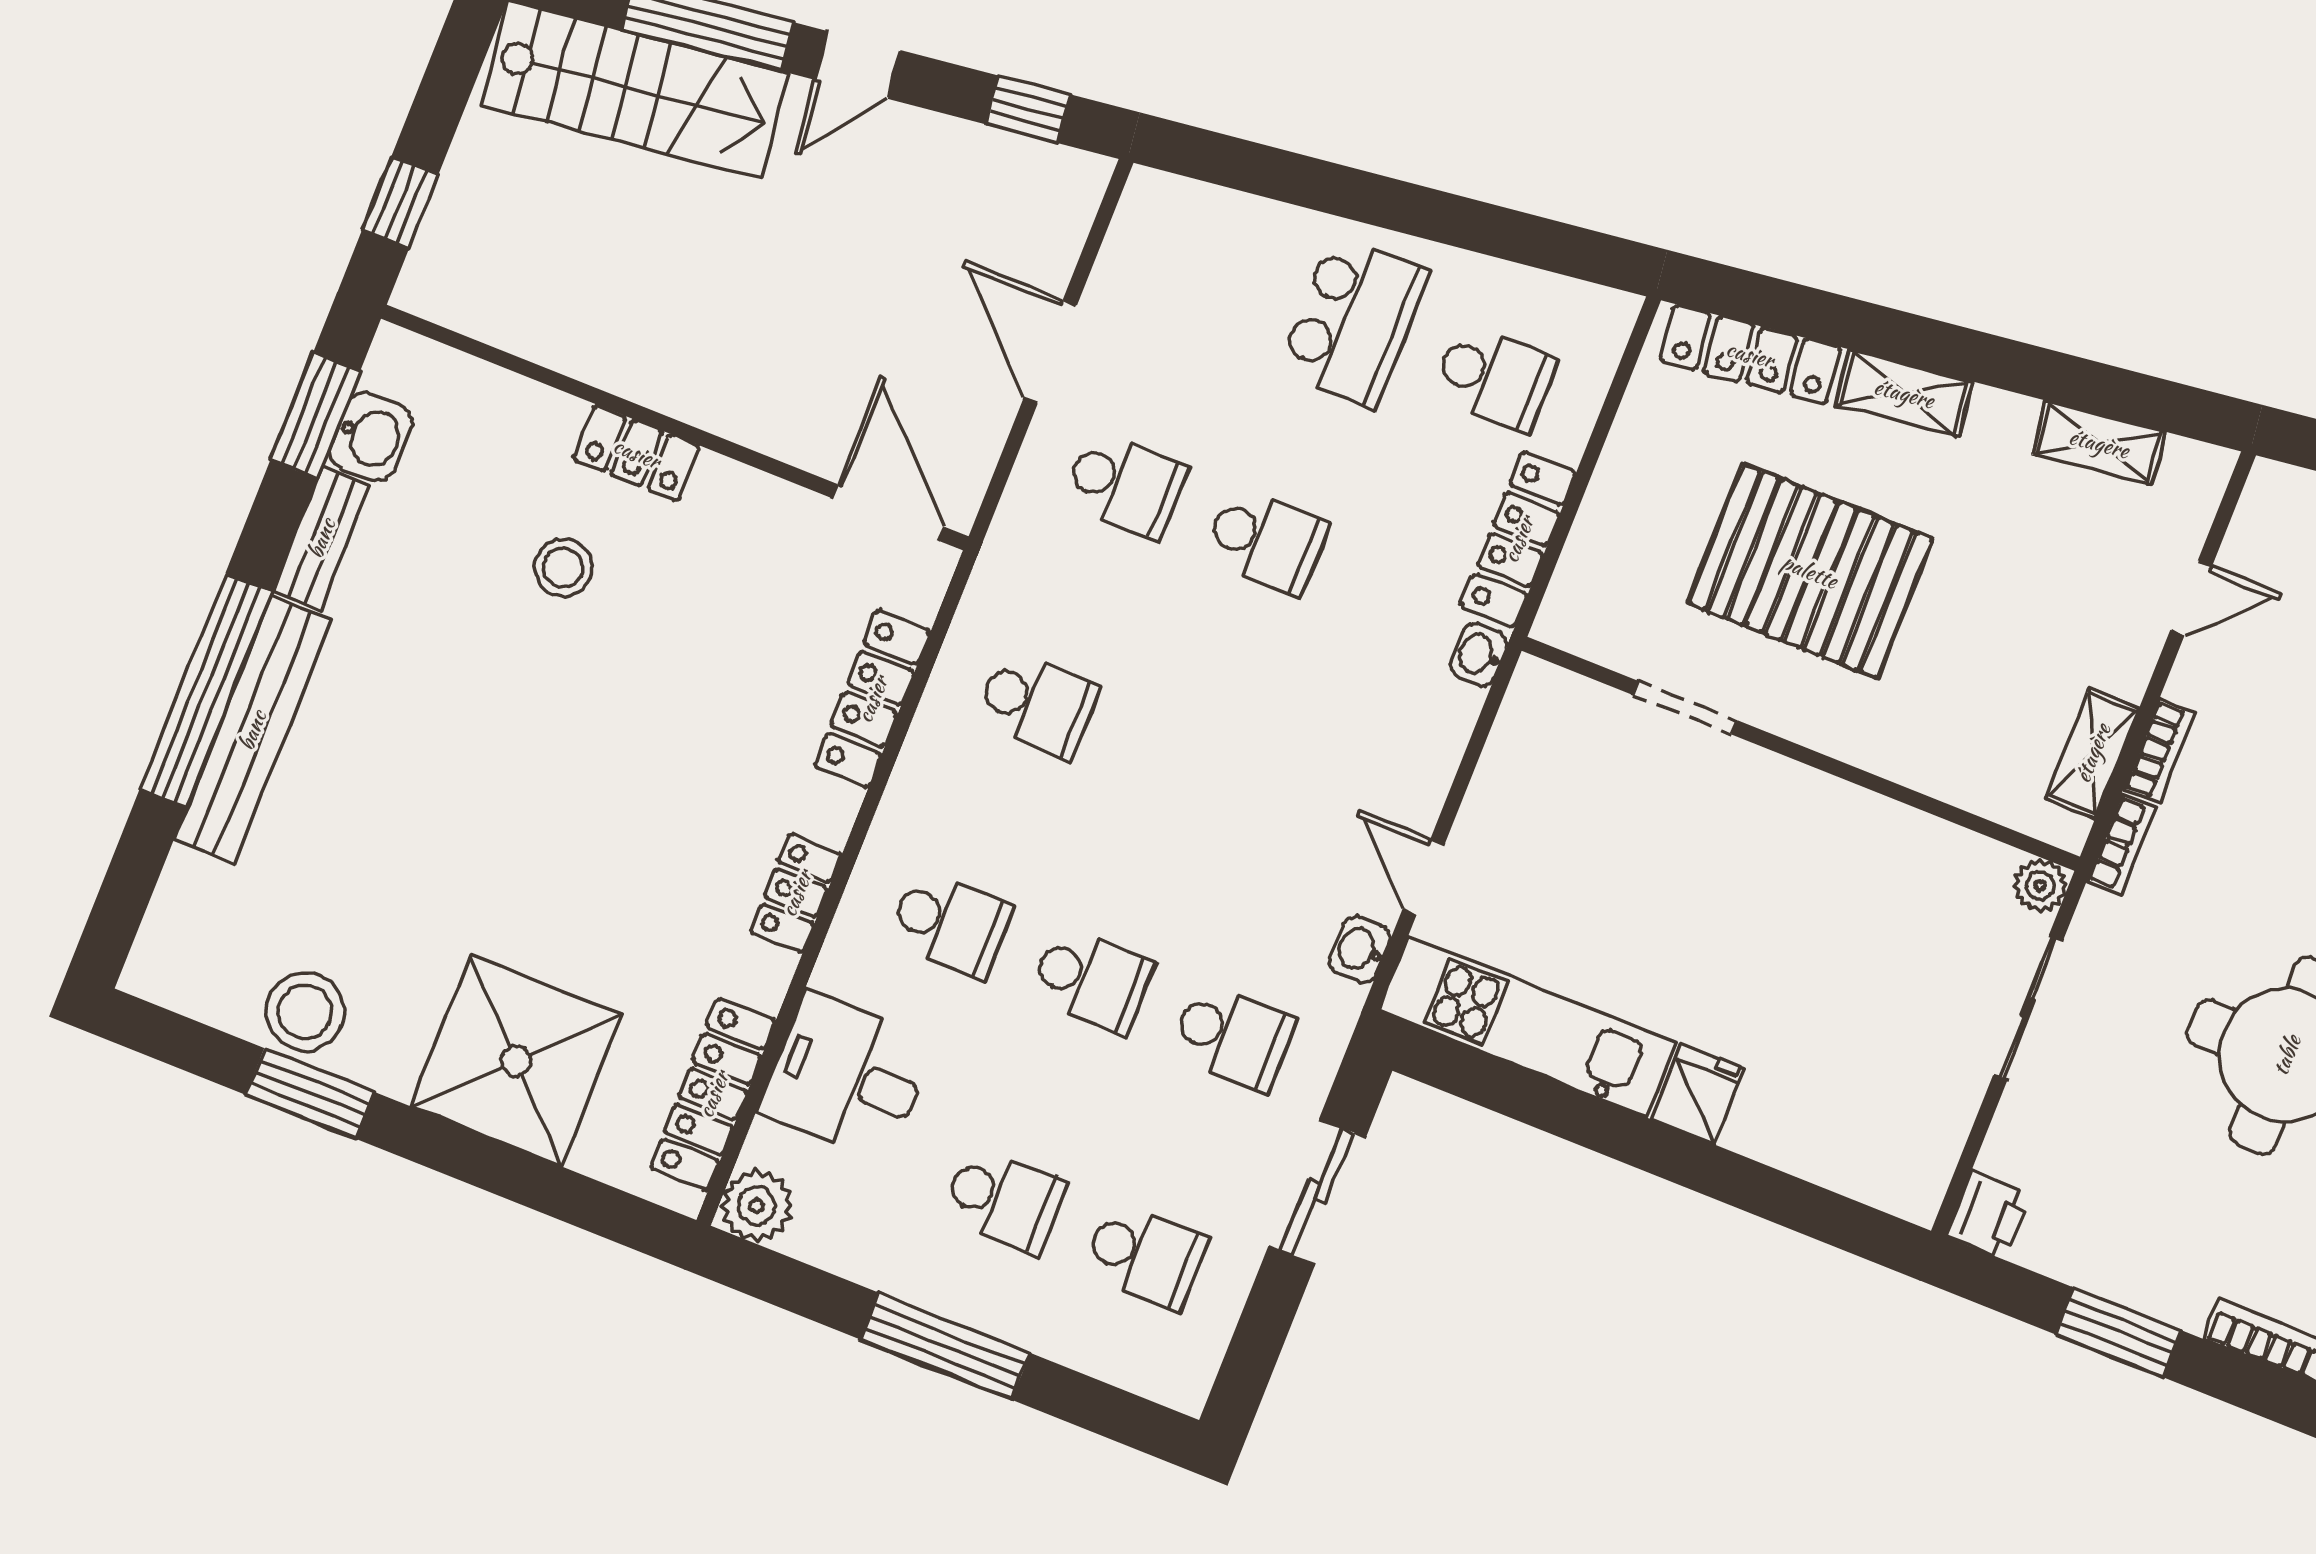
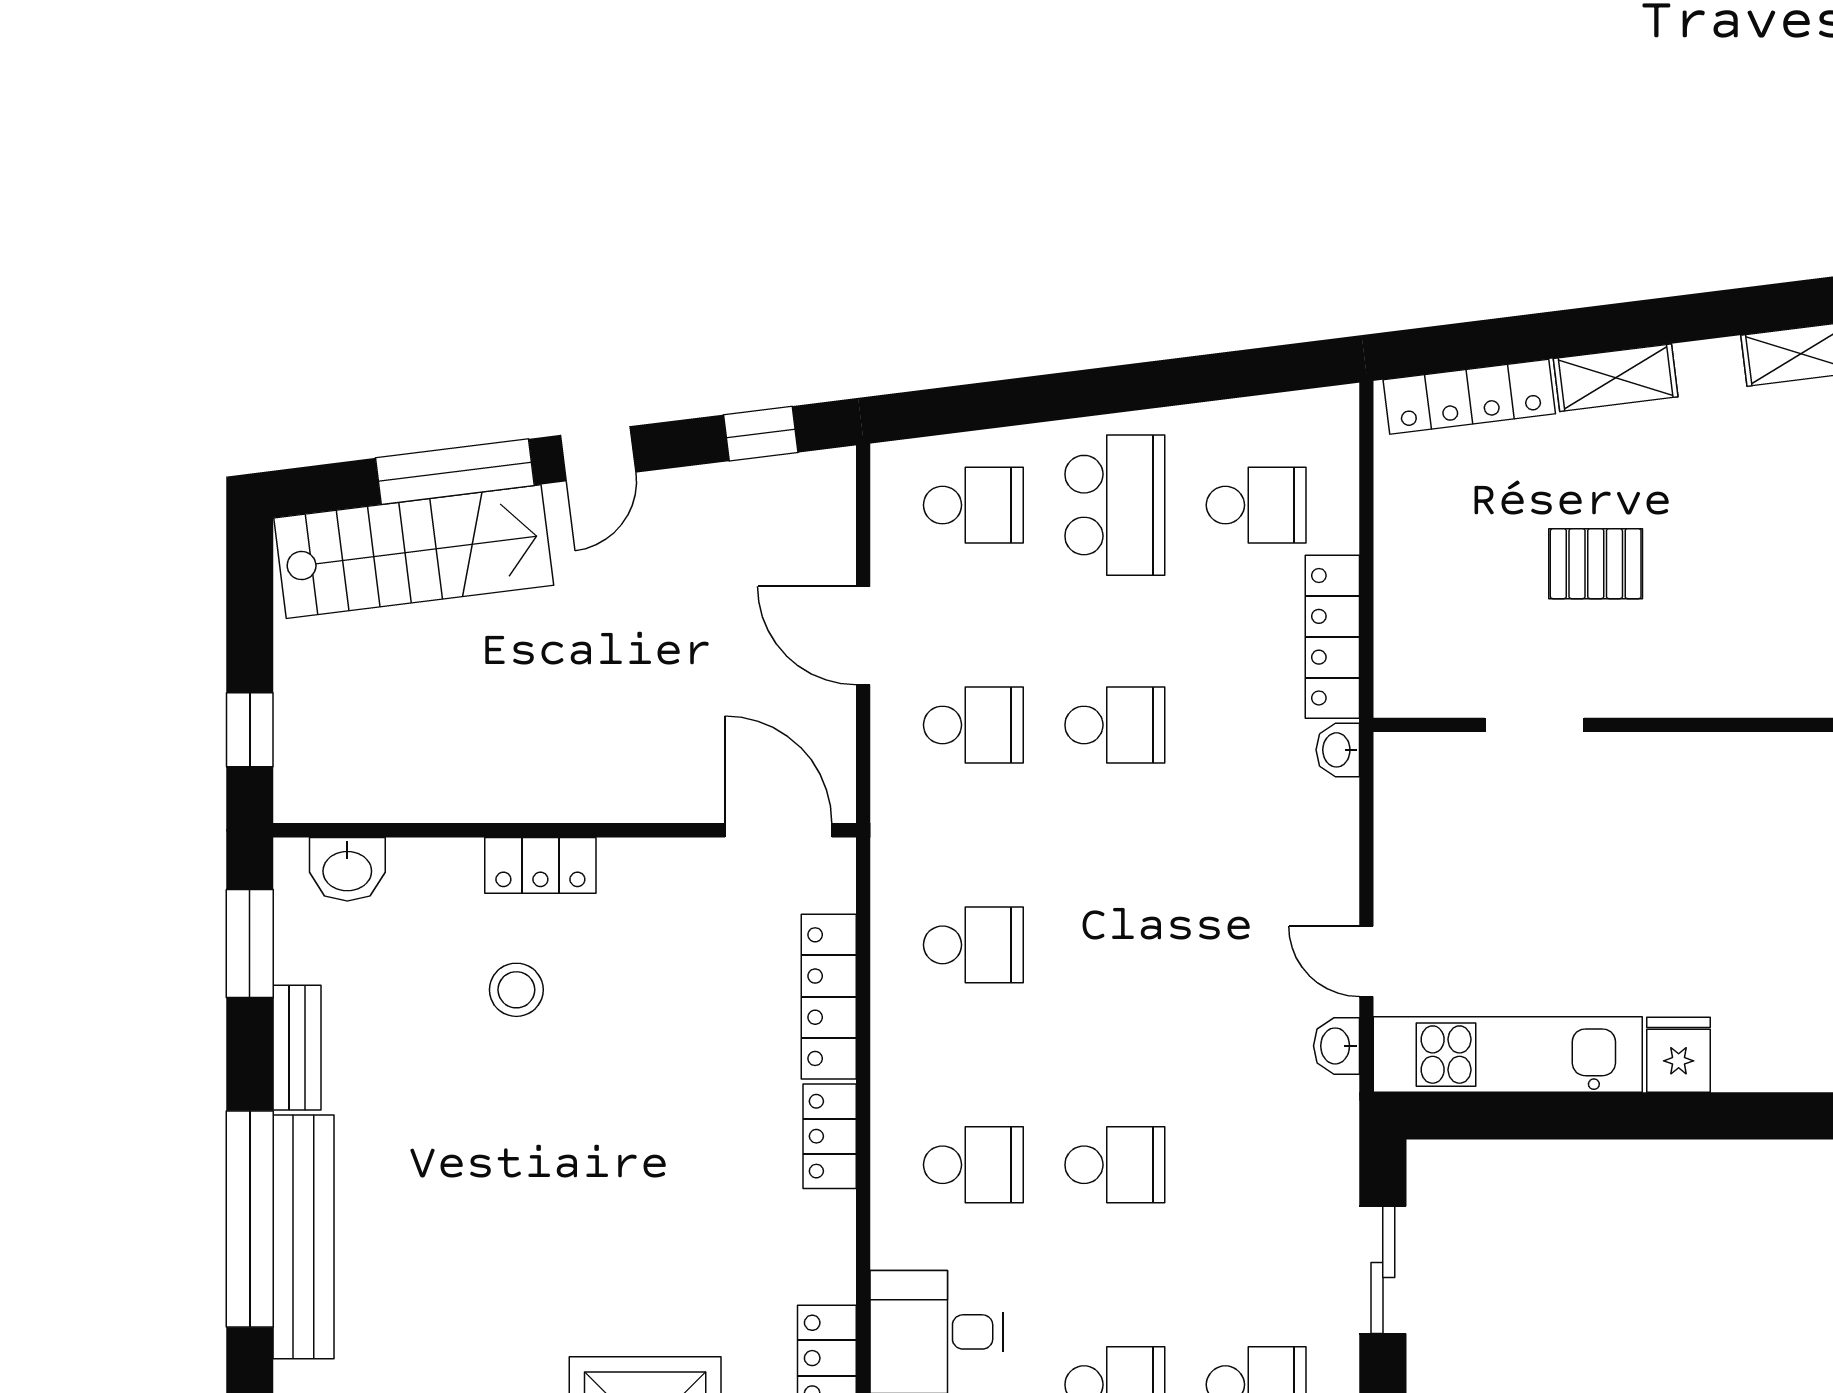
washbasin: (371, 437) -> (347, 869), moved, turned 90
pallet: (1810, 571) -> (1596, 564), width x0.49, depth x0.50
locker: (796, 893) -> (830, 1136), moved
school desk: (1232, 1036) -> (973, 505), moved

